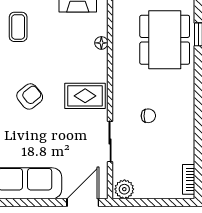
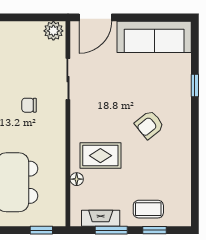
coffee table: (18, 27) -> (148, 209), moved, turned 90
rug: (85, 96) -> (100, 156), moved

